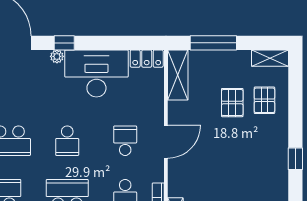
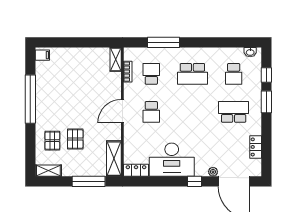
plant: (57, 56) -> (213, 172), moved
school desk: (67, 141) -> (192, 112), removed
window: (295, 159) -> (30, 99), width x3.17

